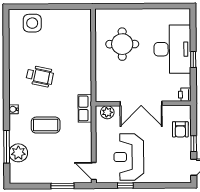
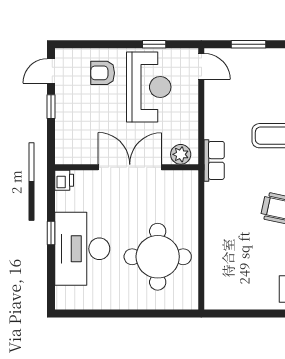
round table: (122, 44) -> (158, 257), width x1.36, depth x1.36
armchair: (180, 129) -> (103, 73), moved, turned -90

